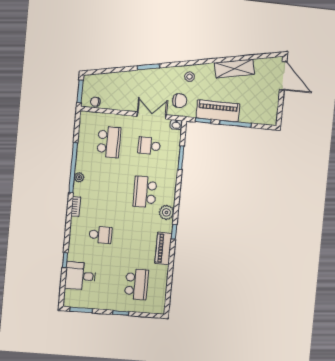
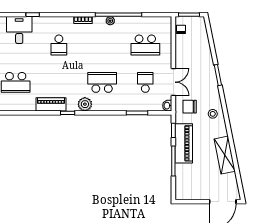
chair: (180, 101) -> (190, 107), turned 90

